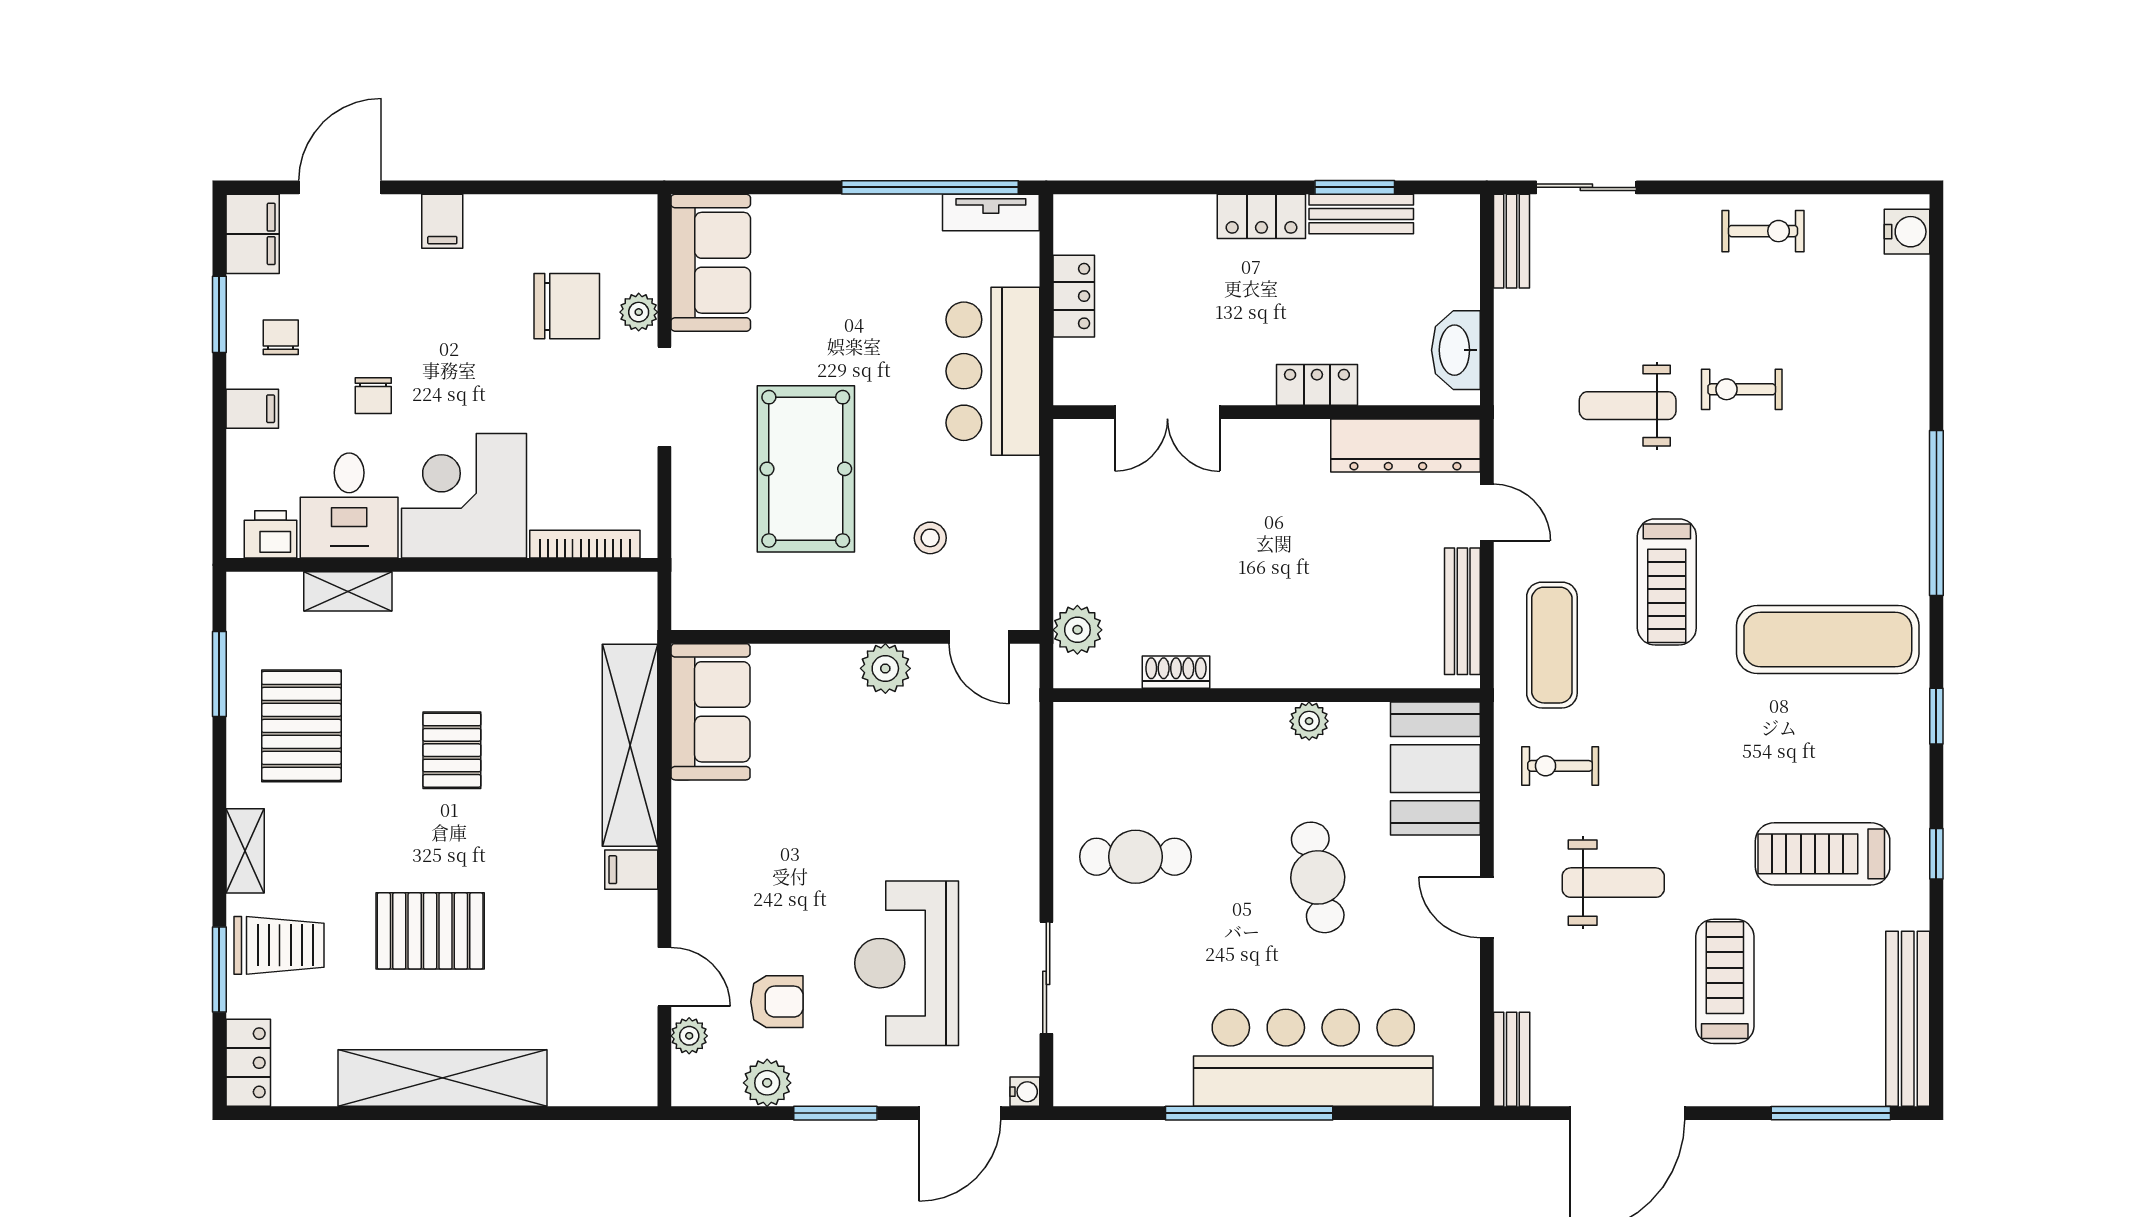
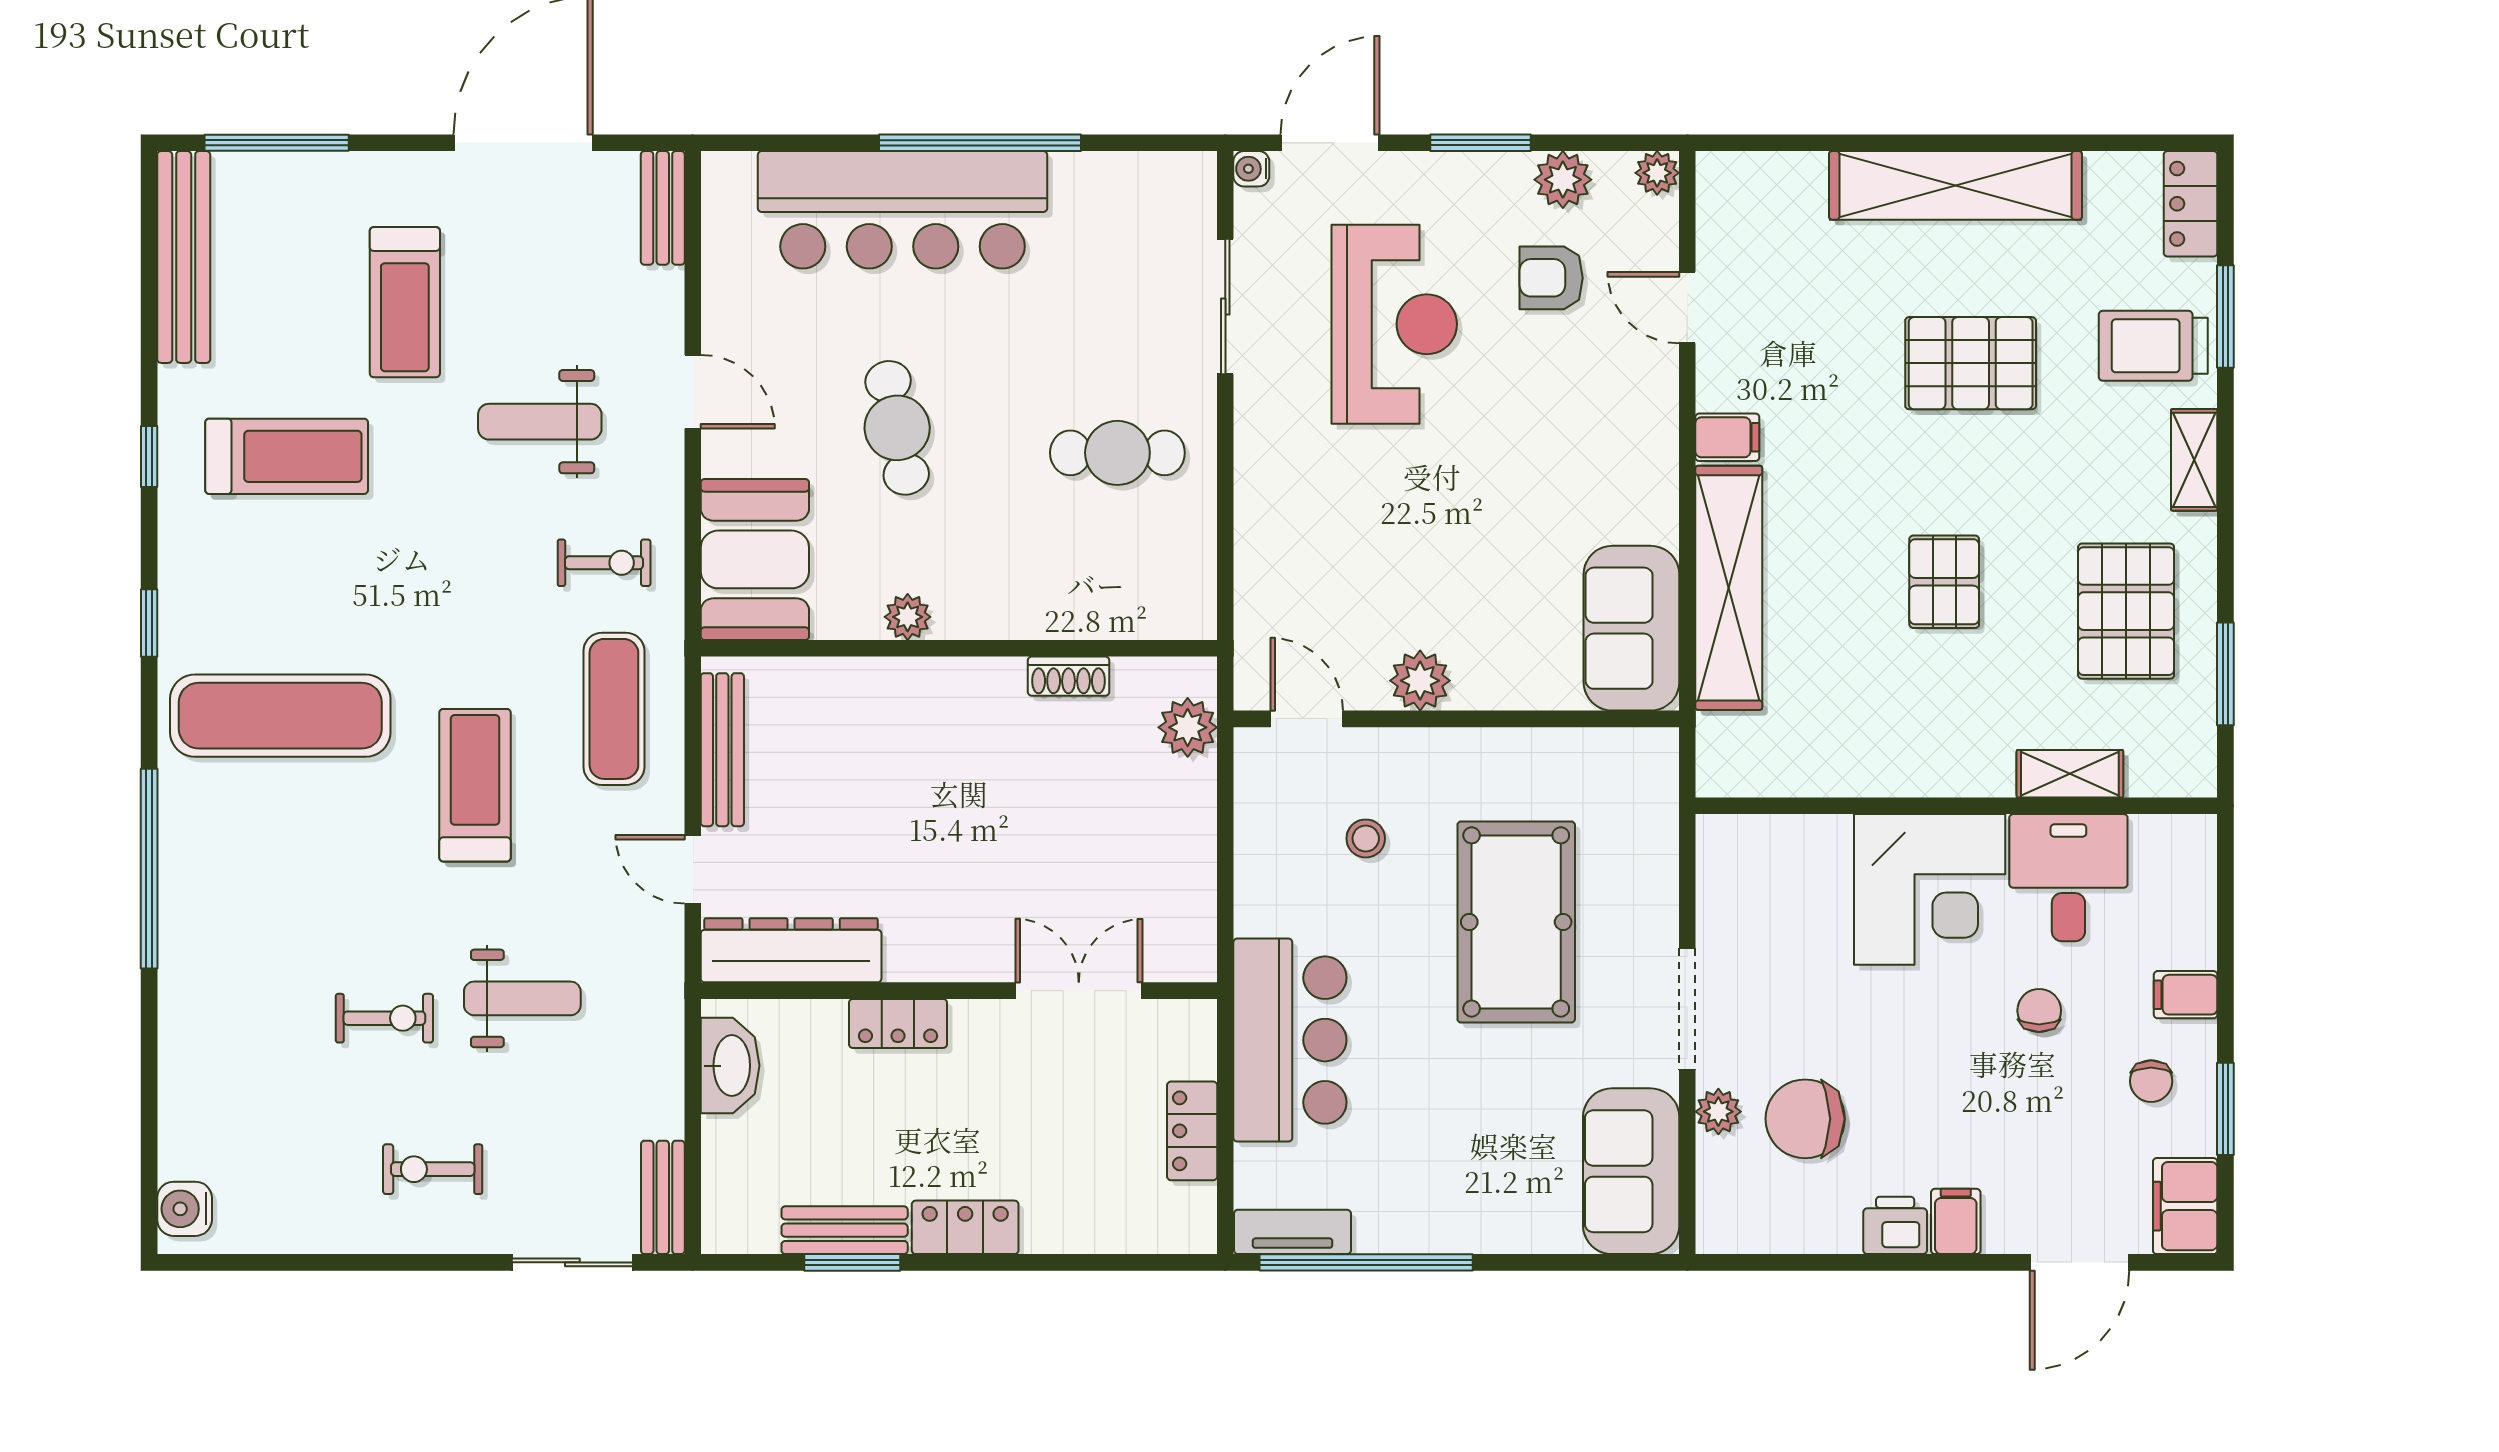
exercise bike: (1763, 231) -> (433, 1169), moved
printer: (271, 534) -> (1895, 1225), moved, turned 180
bookcase: (585, 544) -> (1783, 831), removed
plant: (689, 1036) -> (1657, 173), moved

